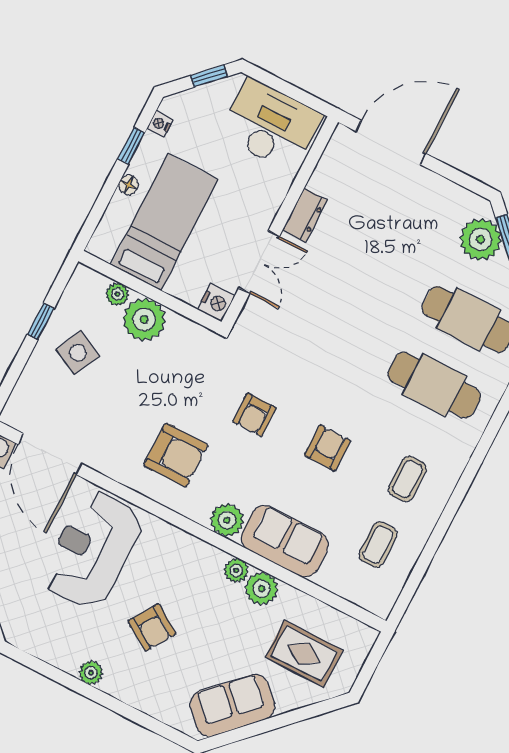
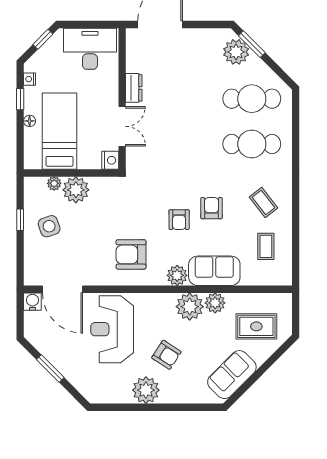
side table: (78, 353) -> (49, 226), turned 45
armchair: (254, 415) -> (179, 220), moved
armchair: (176, 455) -> (131, 254), turned 180
coffee table: (407, 479) -> (264, 202), turned -38
plant: (236, 570) -> (190, 307), width x1.87, depth x1.87
plant: (91, 673) -> (146, 390), width x1.88, depth x1.88

